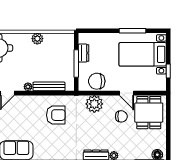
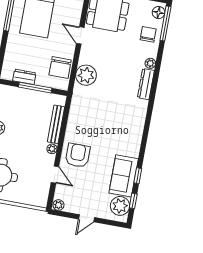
door: (126, 93) -> (80, 35), swing flipped
armchair: (56, 115) -> (78, 155), moved
chair: (121, 116) -> (148, 34), moved

